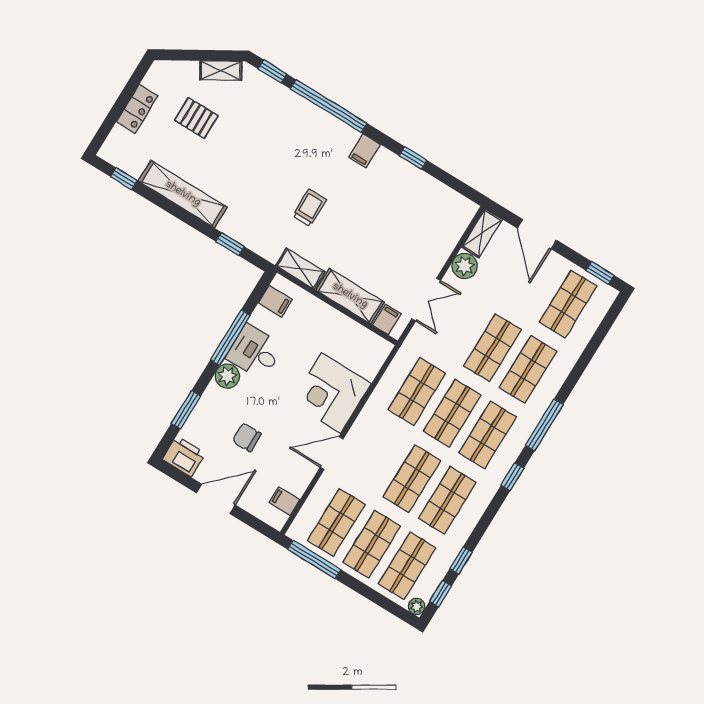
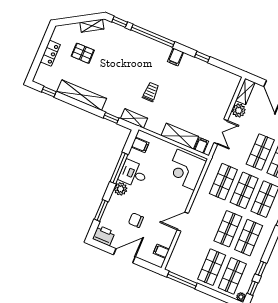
shelving: (300, 269) -> (134, 118), moved
corner desk: (331, 393) -> (186, 170), moved
shop shelf: (336, 522) -> (191, 258), removed

